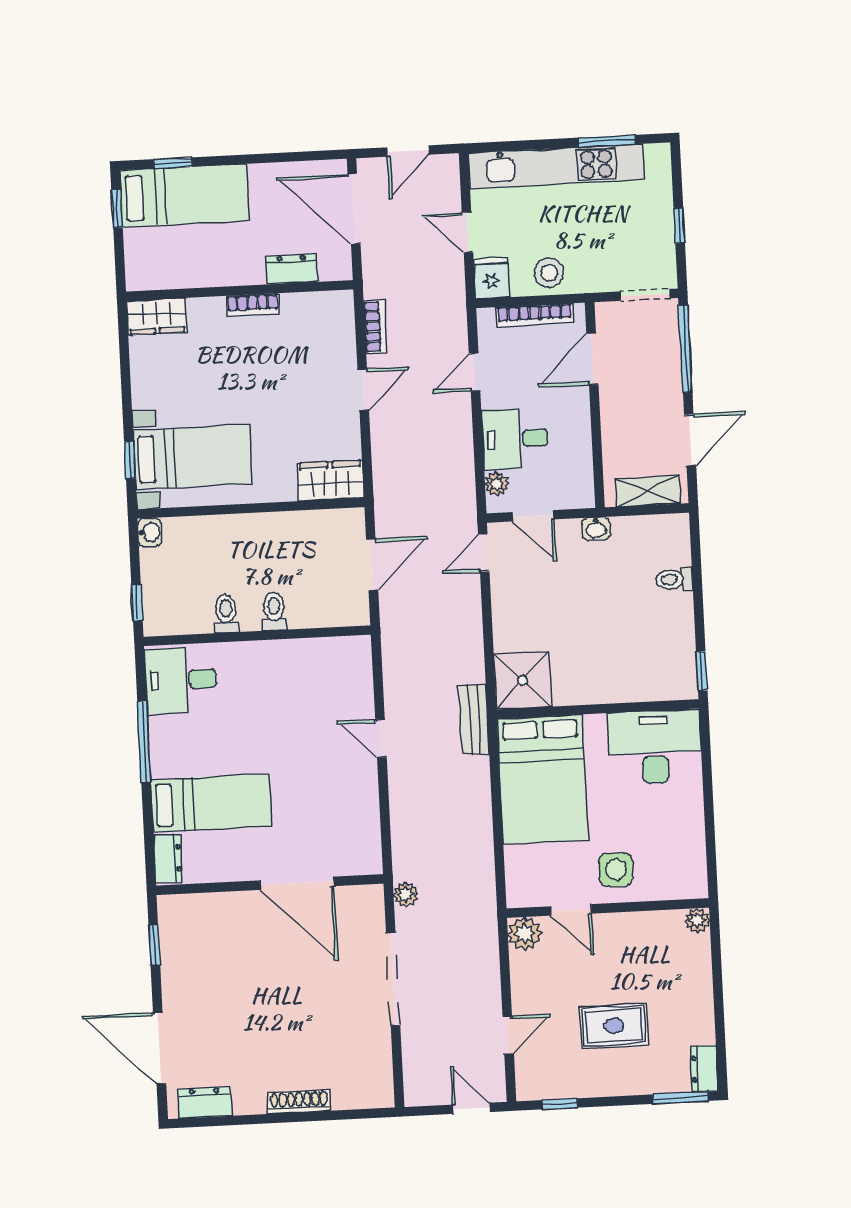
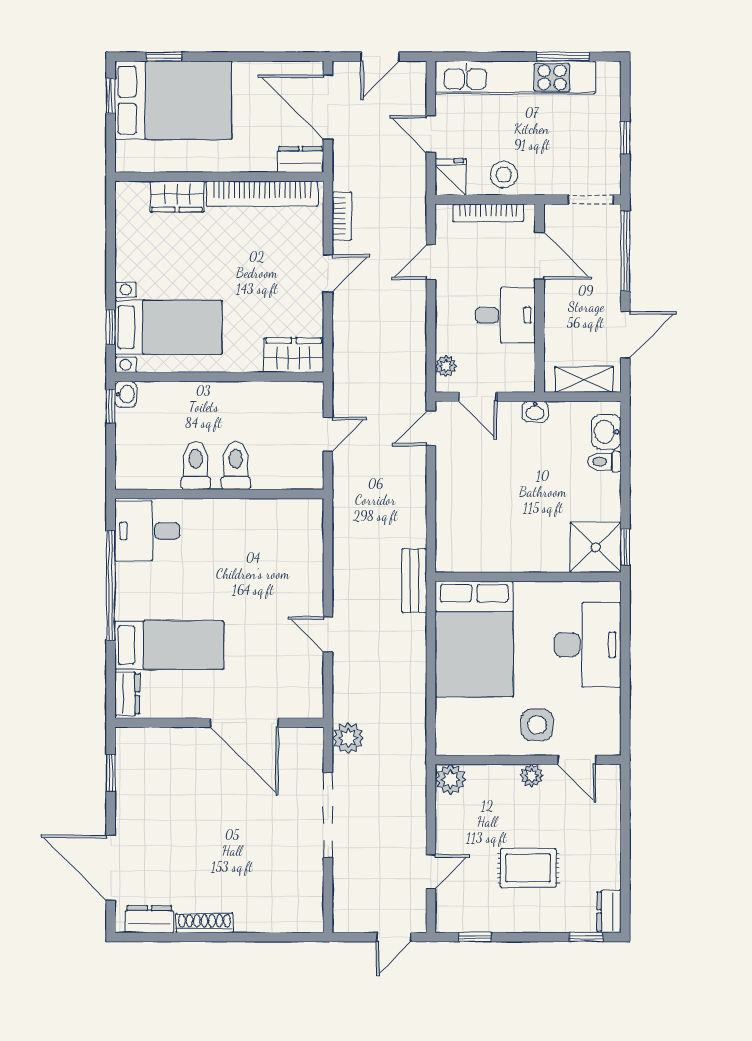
bed: (185, 196) -> (173, 100), width x1.50
dresser: (292, 269) -> (300, 159), moved
bookcase: (253, 305) -> (262, 194), width x2.31, depth x1.31
wardrobe: (157, 316) -> (177, 197), moved
door: (592, 359) -> (539, 256), swing flipped
desk: (515, 439) -> (505, 315), moved, turned 180
washbasin: (675, 547) -> (606, 432), added
door: (372, 565) -> (328, 434), width x0.73
window: (137, 602) -> (111, 406), moved
toilet: (274, 611) -> (236, 466), width x1.37, depth x1.39
toilet: (226, 614) -> (196, 466), width x1.37, depth x1.39
shower: (523, 680) -> (596, 547), moved
door: (381, 738) -> (328, 634), moved
window: (144, 742) -> (111, 586), width x1.46
desk: (655, 747) -> (588, 645), moved, turned 90
plant: (406, 895) -> (348, 738), width x1.38, depth x1.38
door: (571, 910) -> (577, 760), moved
plant: (697, 921) -> (532, 775), moved
window: (681, 1098) -> (586, 937), width x0.67
shoe rack: (299, 1102) -> (204, 923), moved
door: (471, 1108) -> (394, 937), swing flipped

